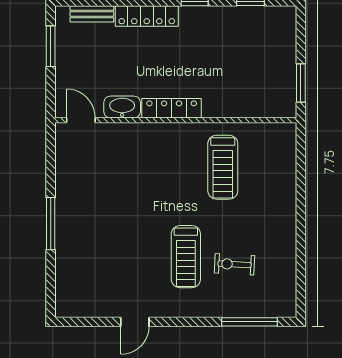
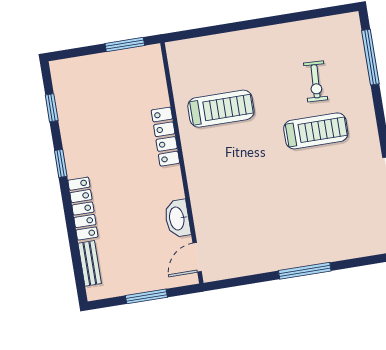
window: (51, 46) -> (146, 296), moved
locker: (172, 108) -> (165, 137), moved

